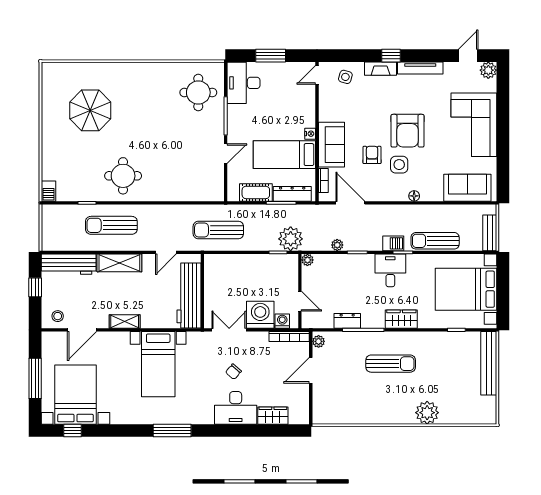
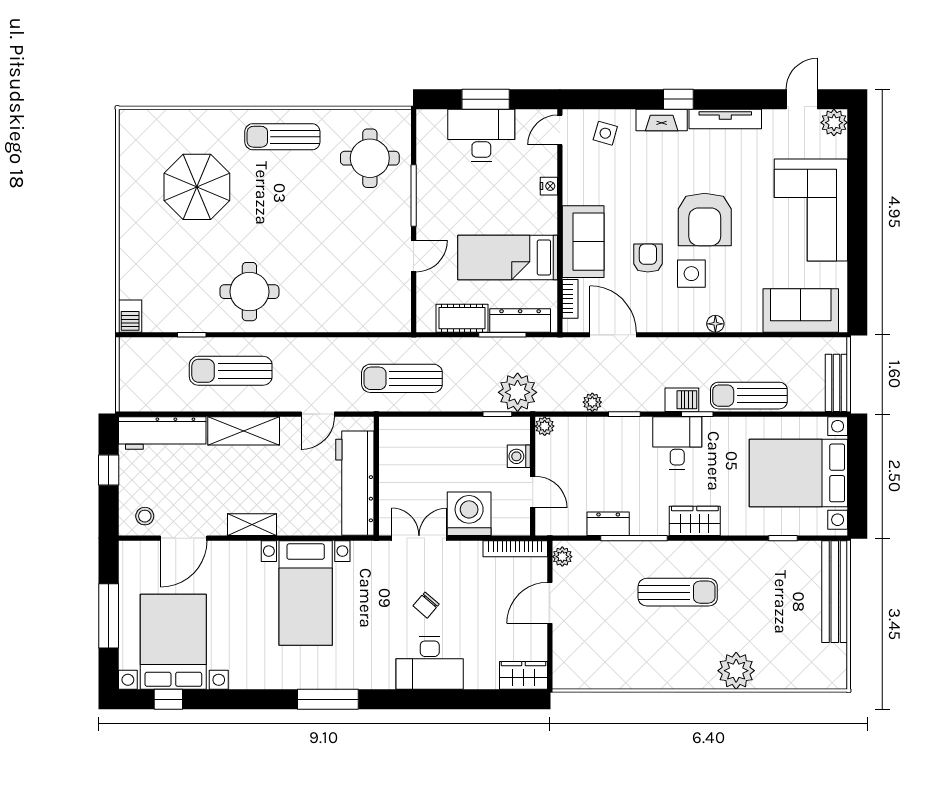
sun lounger: (144, 79) -> (282, 137), added
desk: (244, 83) -> (481, 135), moved, turned 90
nightstand: (310, 134) -> (549, 186), moved
washing machine: (282, 321) -> (519, 456), moved, turned -90
wardrobe: (273, 416) -> (523, 675), moved

